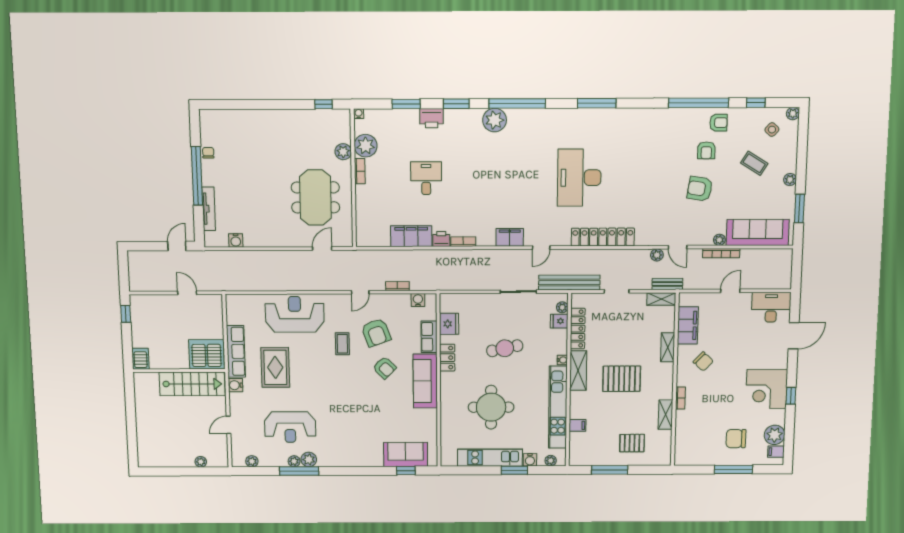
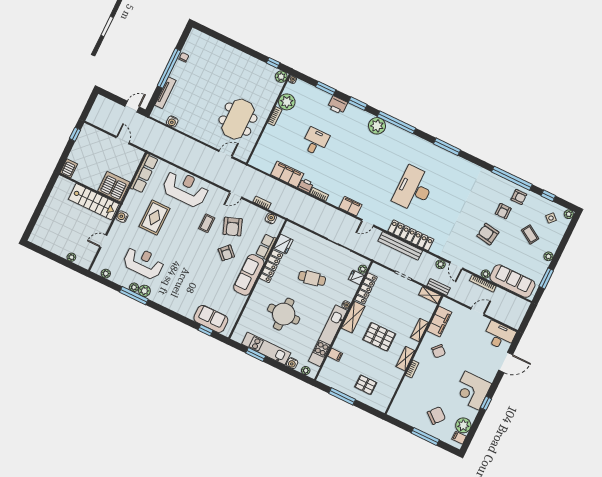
plant: (343, 152) -> (281, 77), moved
bench: (569, 283) -> (400, 246), moved
row of seats: (236, 351) -> (144, 173), moved
locker: (447, 358) -> (271, 266), width x1.53
shelving: (666, 415) -> (405, 359), moved
reception desk: (290, 427) -> (143, 263), turned 180
chair: (736, 439) -> (436, 415), turned 130
window: (514, 470) -> (256, 355), moved

